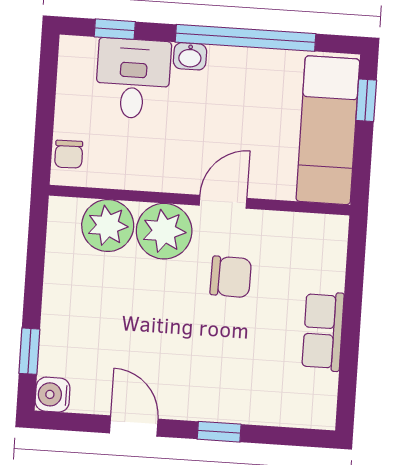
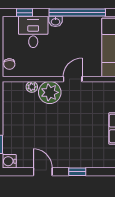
plant: (108, 226) -> (32, 87), width x0.53, depth x0.53
chair: (231, 277) -> (78, 109), removed

